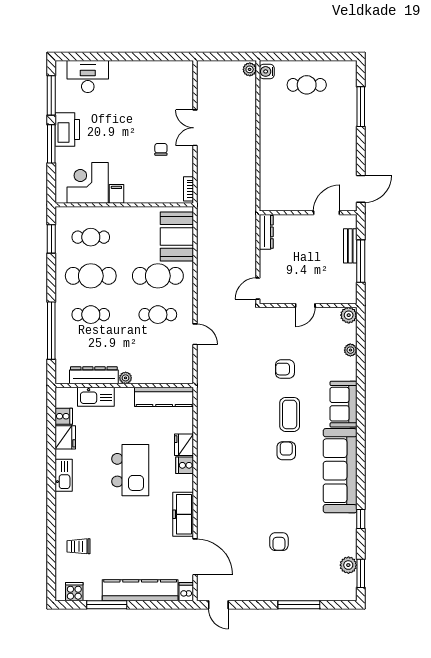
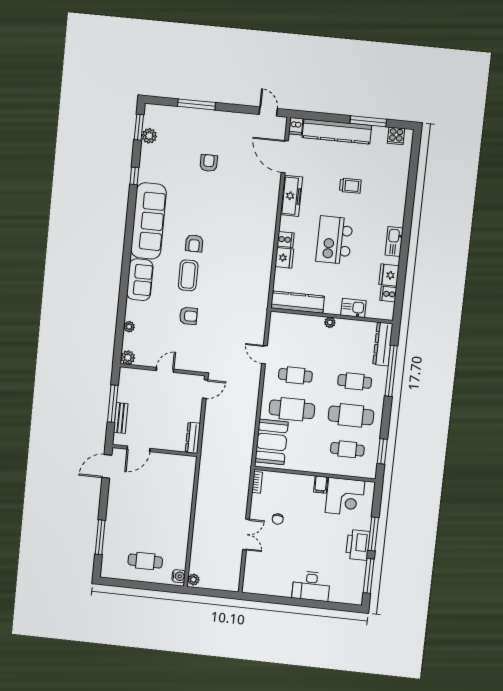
desk: (88, 77) -> (311, 586), moved
dresser: (94, 375) -> (383, 344), moved, turned 90
kitchen sink: (96, 397) -> (353, 308), width x0.73
trolley: (79, 546) -> (350, 186), moved

